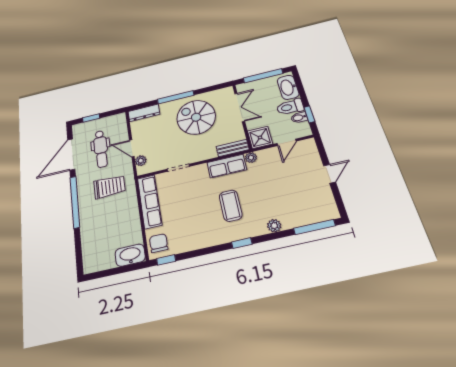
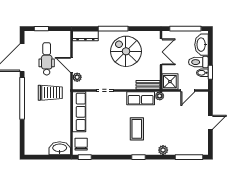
dental chair: (101, 149) -> (47, 59), turned 180

